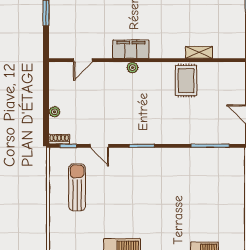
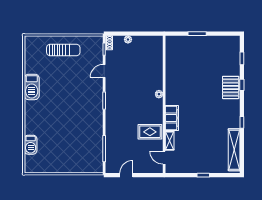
filing cabinet: (131, 49) -> (172, 118), moved
door: (83, 60) -> (164, 158), moved
sun lounger: (77, 187) -> (63, 50), moved

